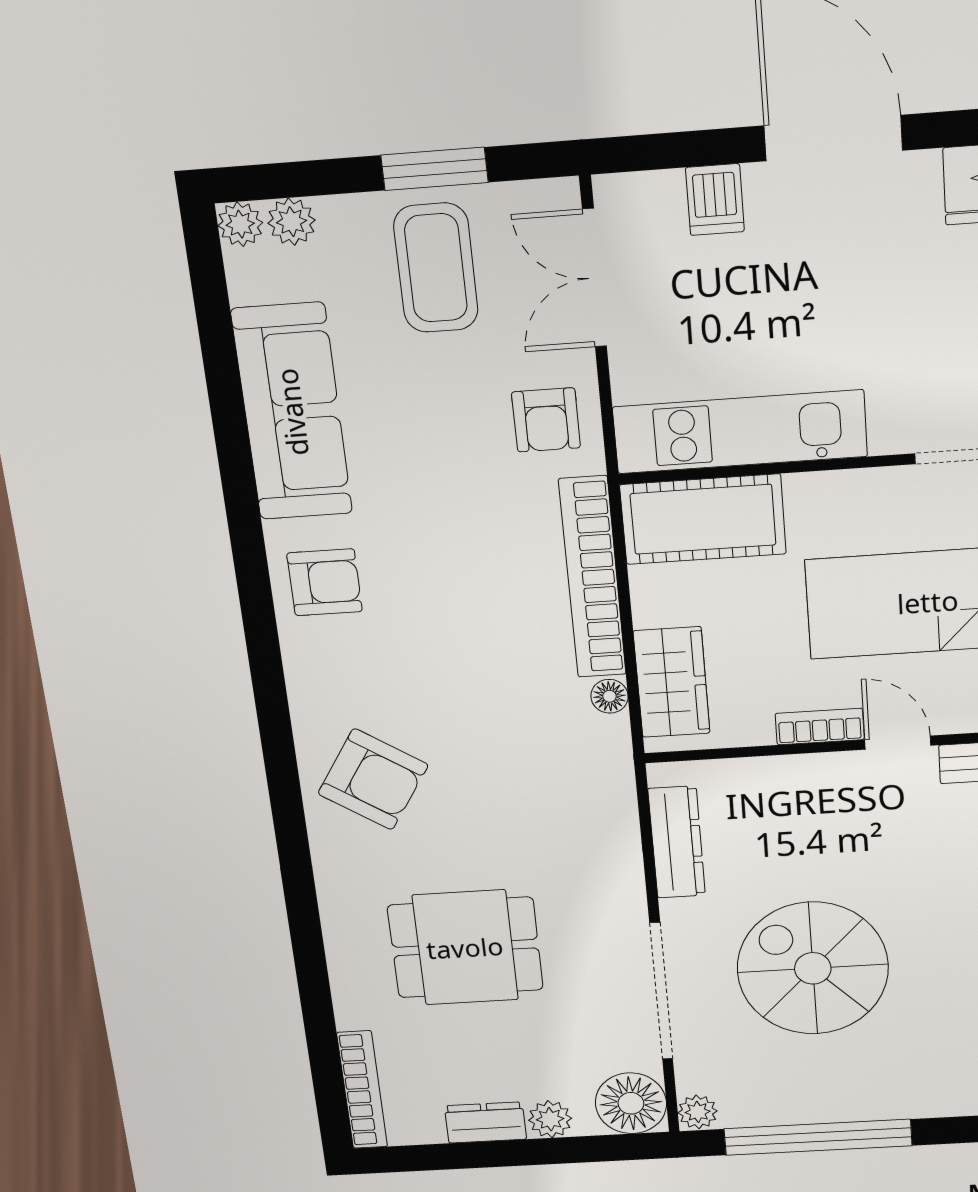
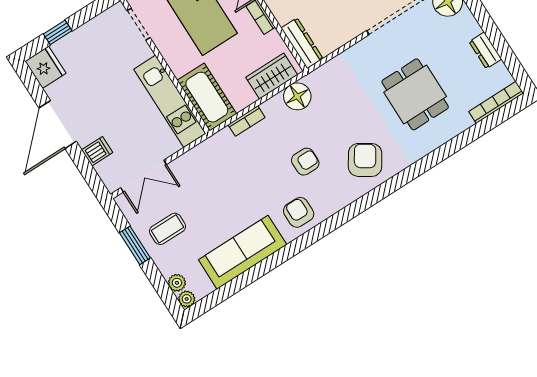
coffee table: (436, 268) -> (168, 229), width x0.73, depth x0.77
armchair: (546, 420) -> (305, 162), moved
bookcase: (593, 578) -> (247, 121), width x0.43, depth x0.76
floor lamp: (609, 696) -> (297, 96), width x1.89, depth x1.89
dresser: (677, 842) -> (302, 43), moved, turned 90
plant: (550, 1119) -> (471, 27), removed

